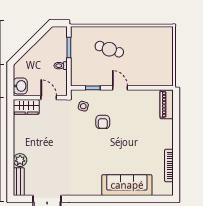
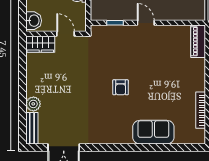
side table: (83, 106) -> (104, 43), removed
armchair: (103, 122) -> (121, 87), moved
sofa: (127, 185) -> (153, 132), width x0.73

